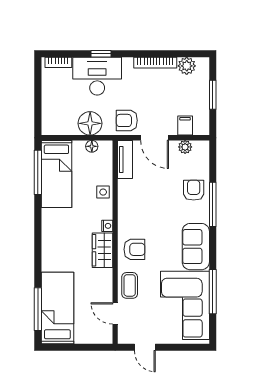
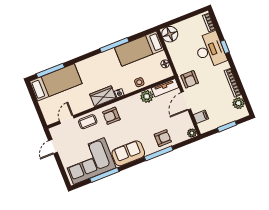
armchair: (127, 120) -> (190, 79), turned 180
floor lamp: (90, 123) -> (170, 34), moved
plant: (185, 147) -> (192, 133), moved
window: (38, 172) -> (114, 45), moved
plant: (127, 189) -> (147, 96), added
armchair: (134, 249) -> (111, 116), turned 90

